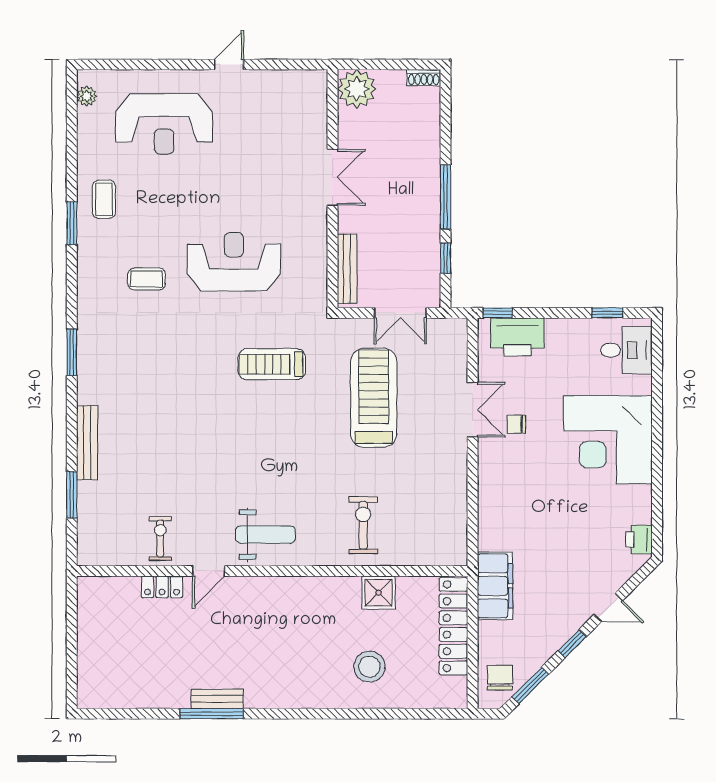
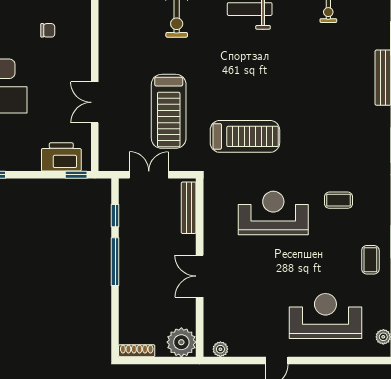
shoe rack: (424, 78) -> (137, 351), width x1.43
plant: (305, 80) -> (220, 349), added
reception desk: (234, 262) -> (273, 213), turned 180
treadmill: (272, 364) -> (245, 136), width x1.37, depth x1.38
chair: (516, 424) -> (48, 30), moved

